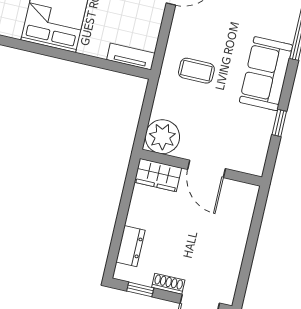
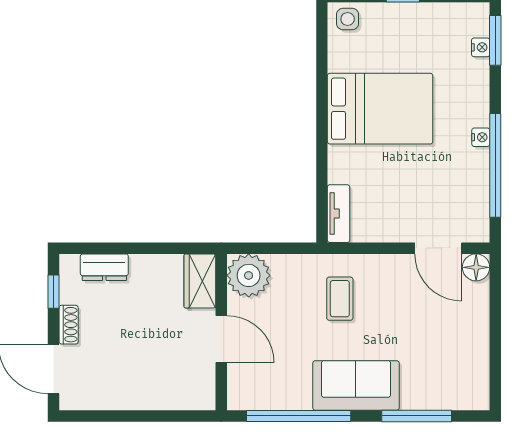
window: (279, 123) -> (299, 416), width x3.17
door: (206, 169) -> (221, 339), swing flipped

